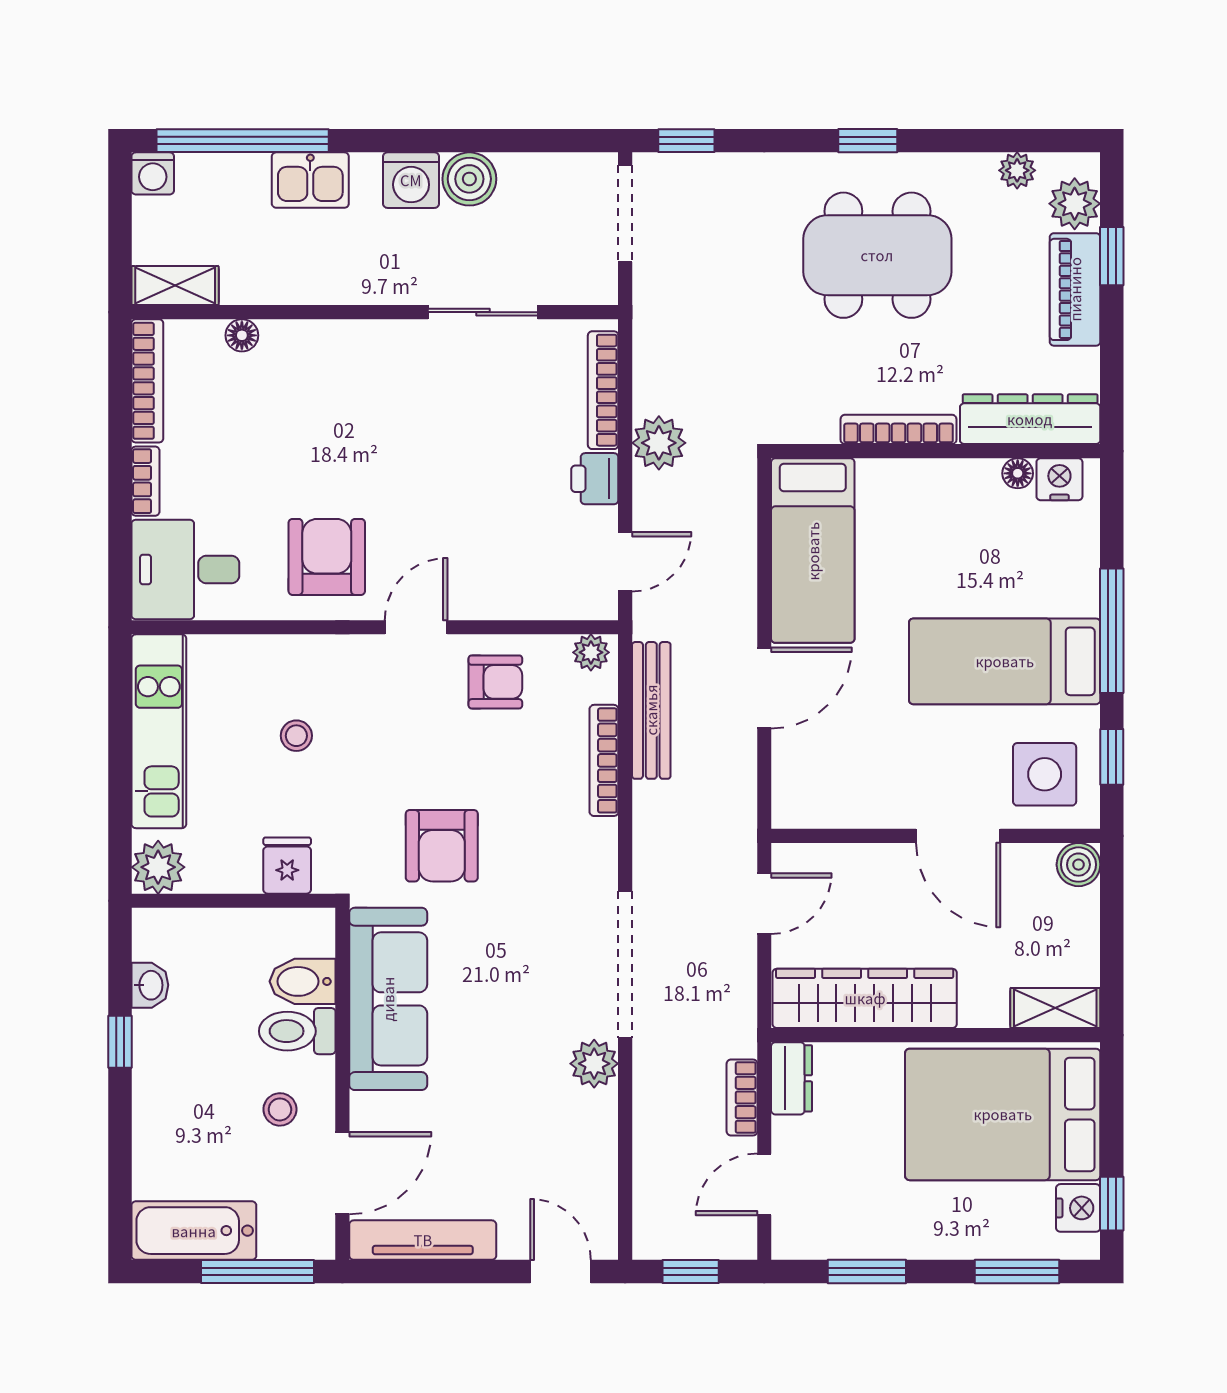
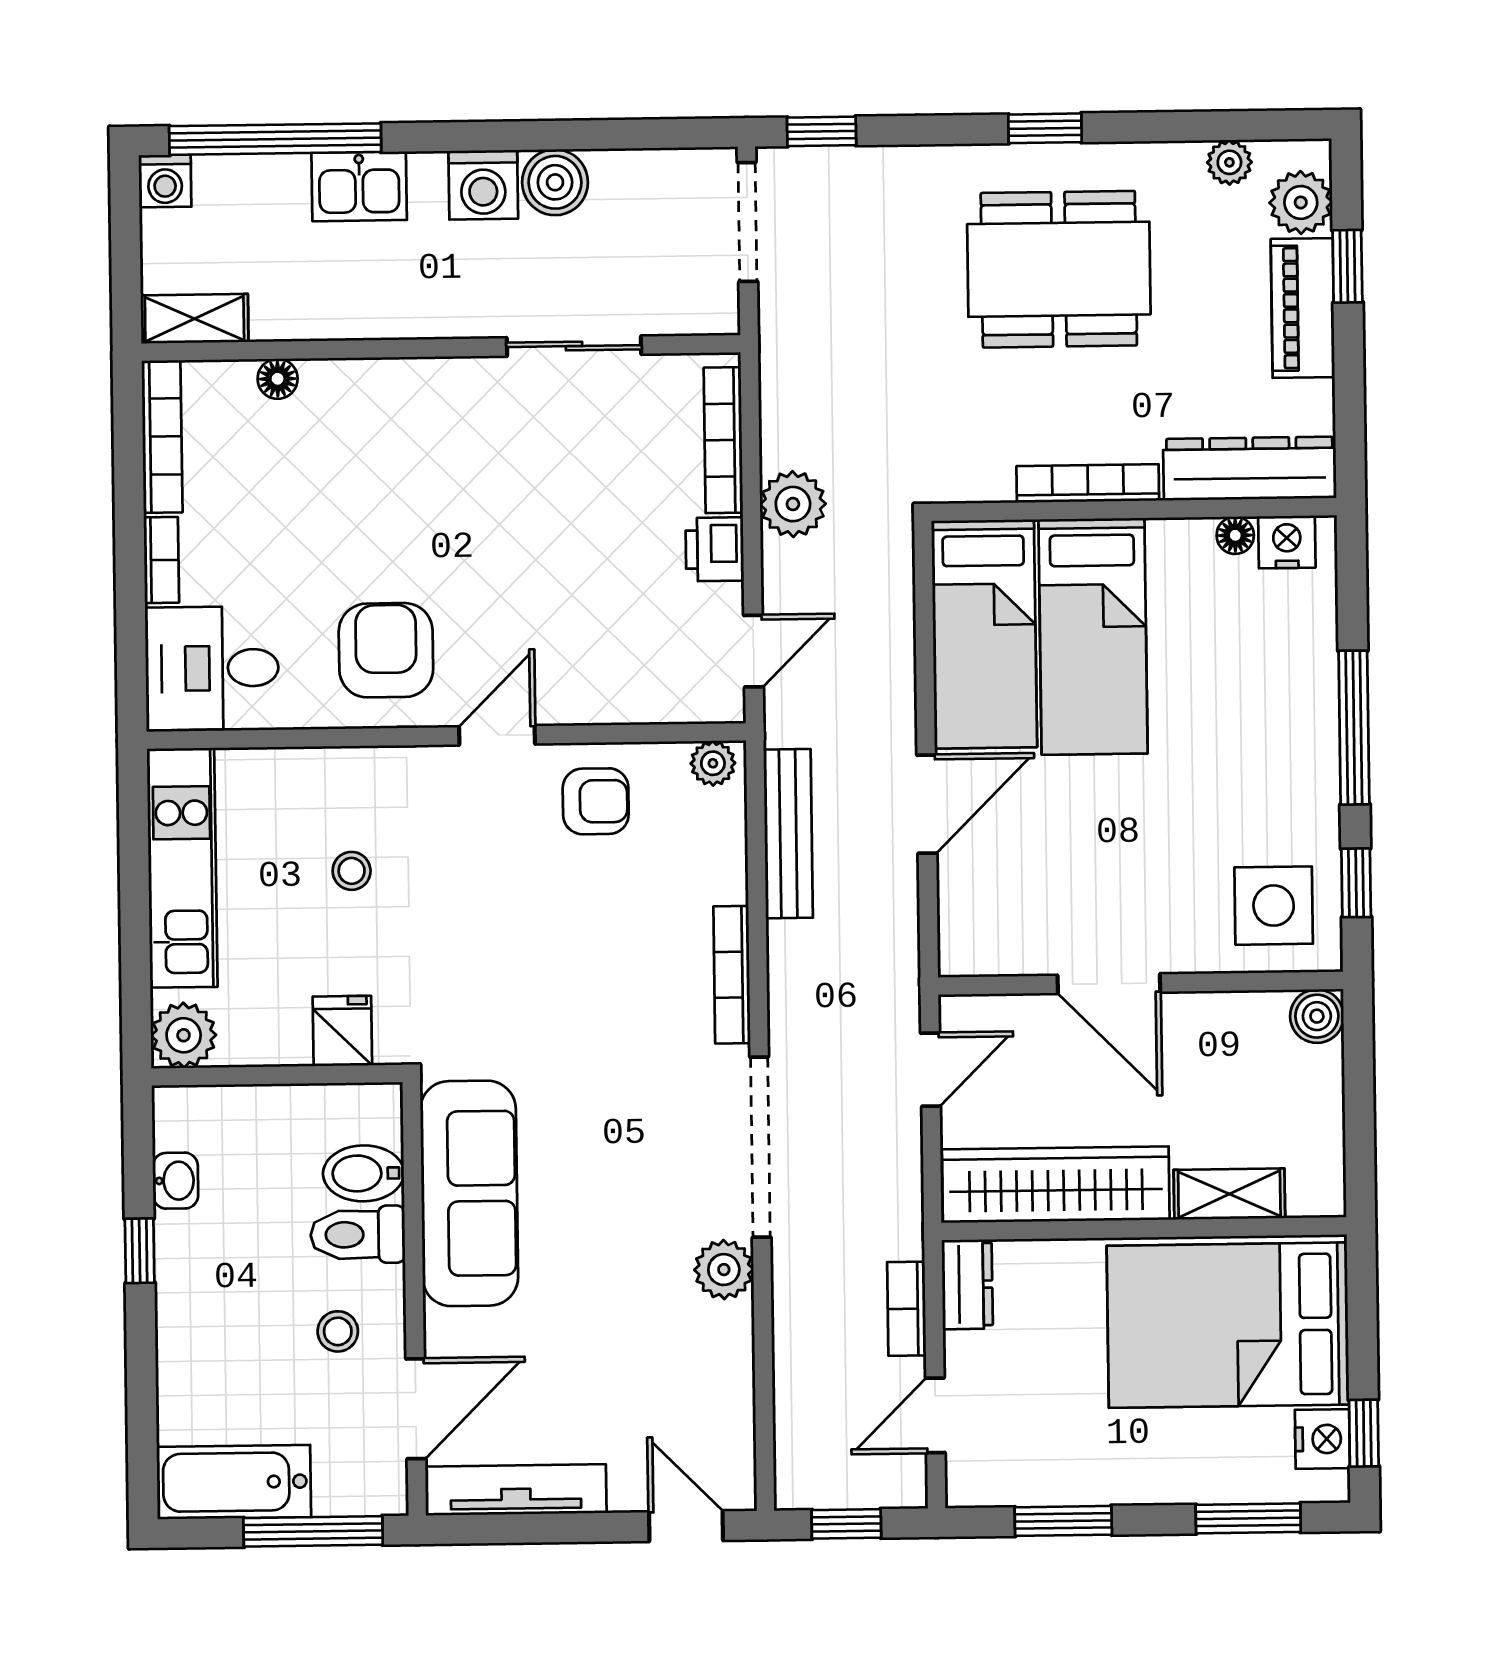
bed: (1005, 661) -> (1093, 636), moved, turned -90
bookcase: (604, 760) -> (732, 975), moved
door: (958, 836) -> (1109, 984), moved
armchair: (442, 846) -> (532, 1004), removed
shelving: (1055, 1008) -> (1229, 1194), moved

